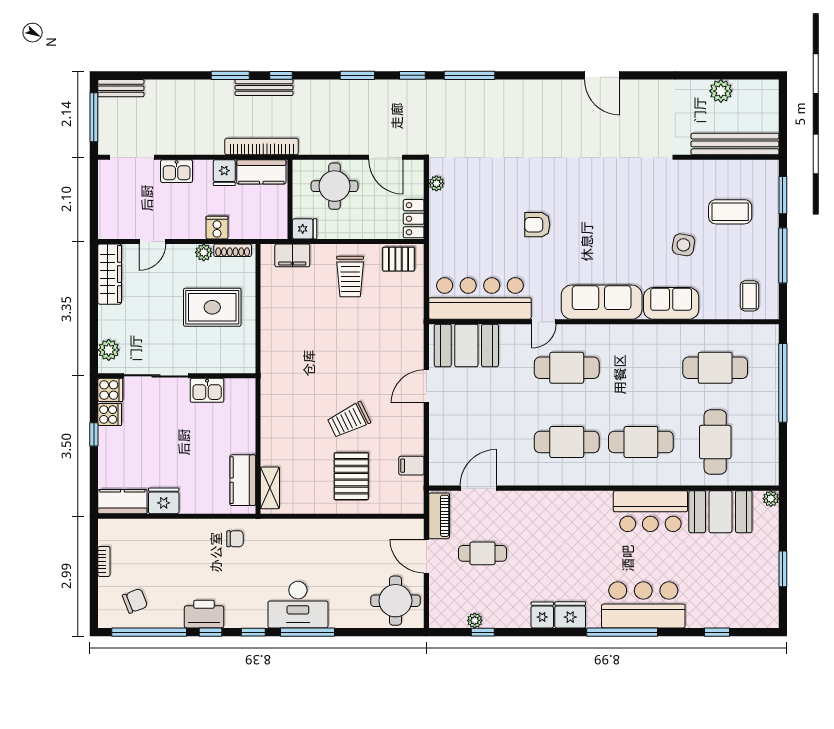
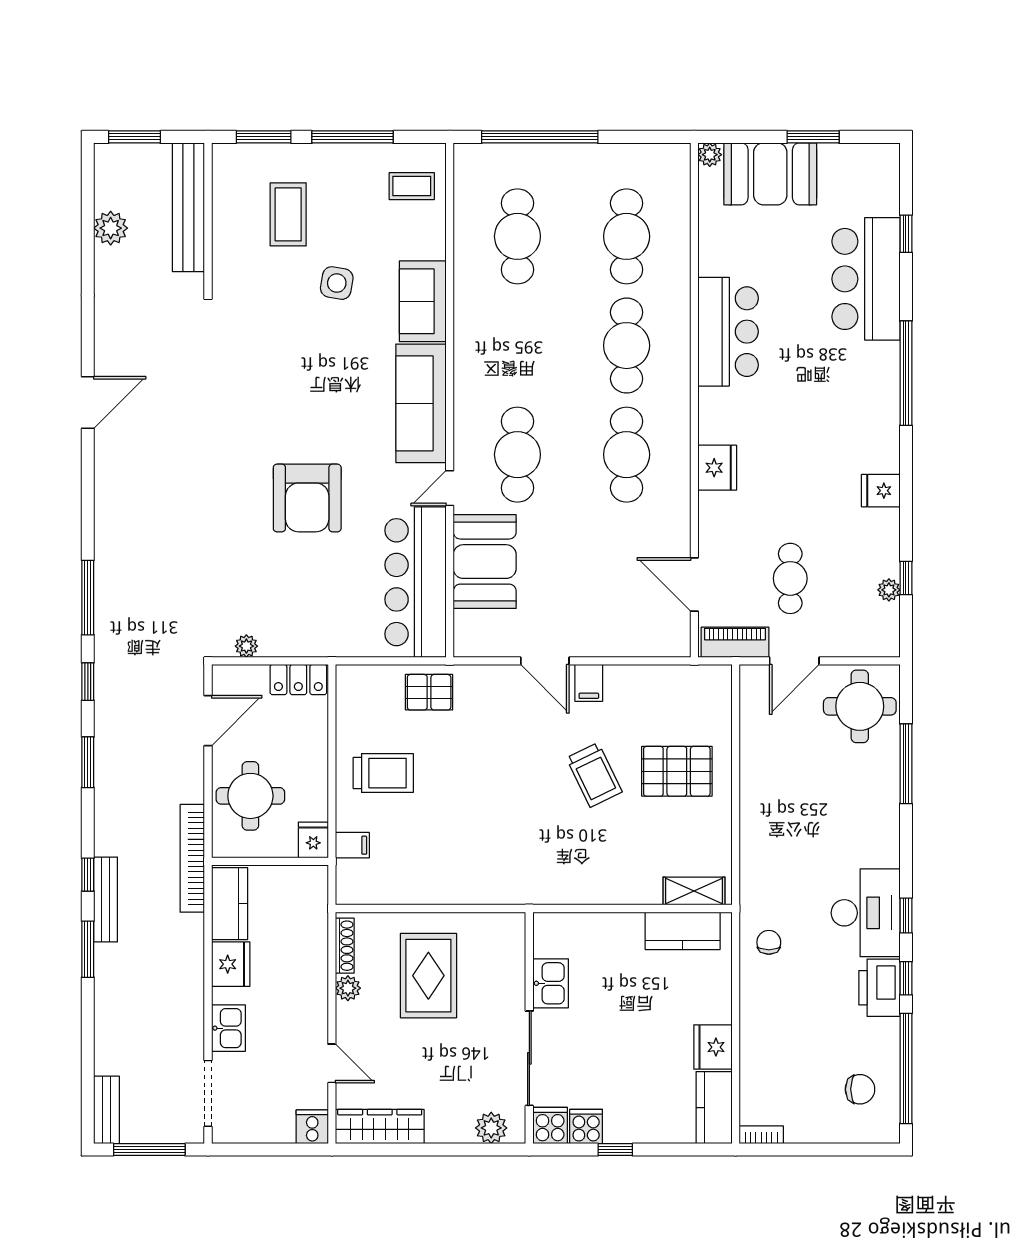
window: (783, 107) -> (134, 137), added
bookcase: (262, 147) -> (192, 858), moved
fridge: (224, 173) -> (231, 964), width x1.38
armchair: (537, 225) -> (307, 498), width x1.88, depth x1.88
cooker: (217, 228) -> (312, 1127), moved, turned 90
filing cabinet: (292, 255) -> (352, 845), width x0.50
pallet: (399, 259) -> (429, 692), moved, turned 90
door: (544, 322) -> (450, 488), swing flipped
booth: (466, 345) -> (485, 562), moved
cafe table: (715, 442) -> (627, 236), turned 90
filing cabinet: (411, 466) -> (589, 683), moved
booth: (720, 512) -> (770, 174), moved, turned 90
bookcase: (104, 561) -> (761, 1135), moved
chair: (135, 601) -> (860, 1089), turned 111
desk: (298, 605) -> (866, 913), moved
bar counter: (643, 605) -> (866, 279), moved
fridge: (570, 615) -> (717, 468), moved, turned 180
window: (307, 632) -> (906, 764), moved

